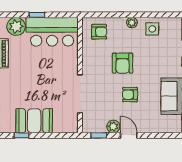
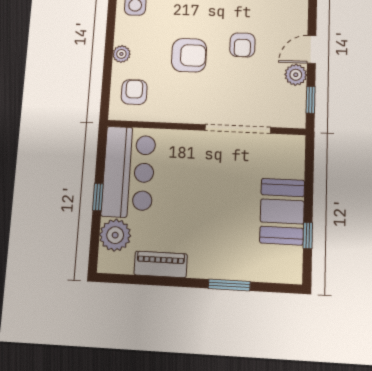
plant: (132, 23) -> (121, 54), moved

